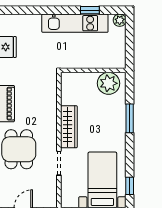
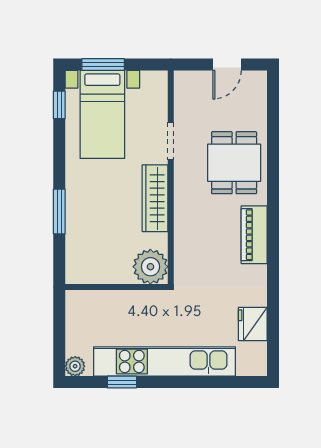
kitchen unit: (75, 23) -> (165, 361), width x1.36
plant: (109, 83) -> (150, 267), moved

